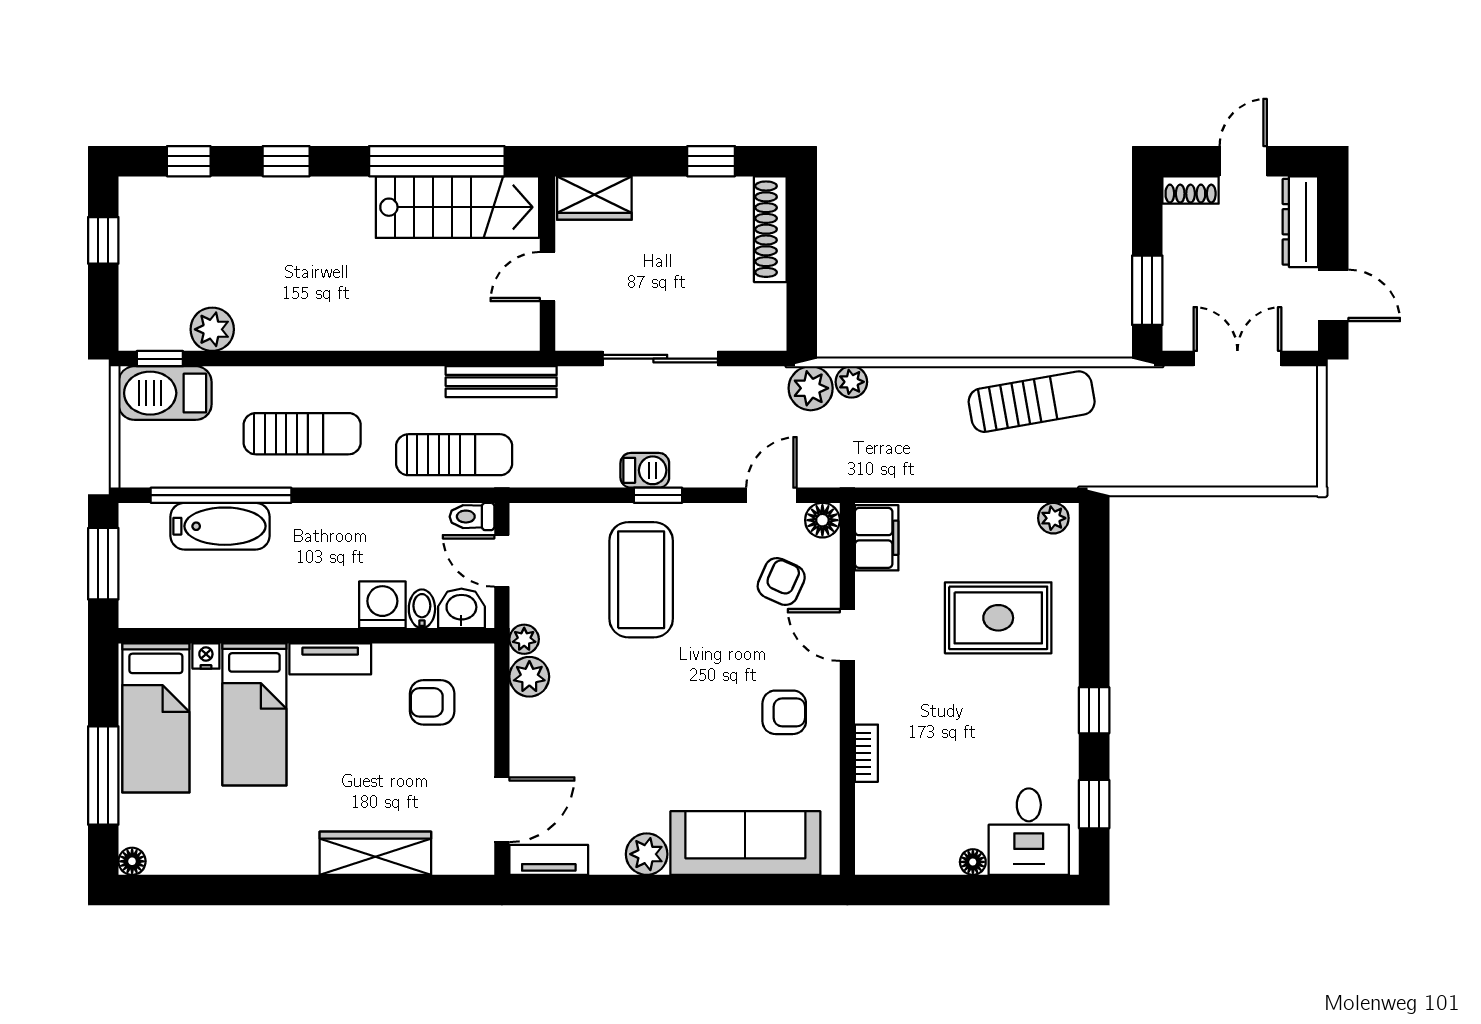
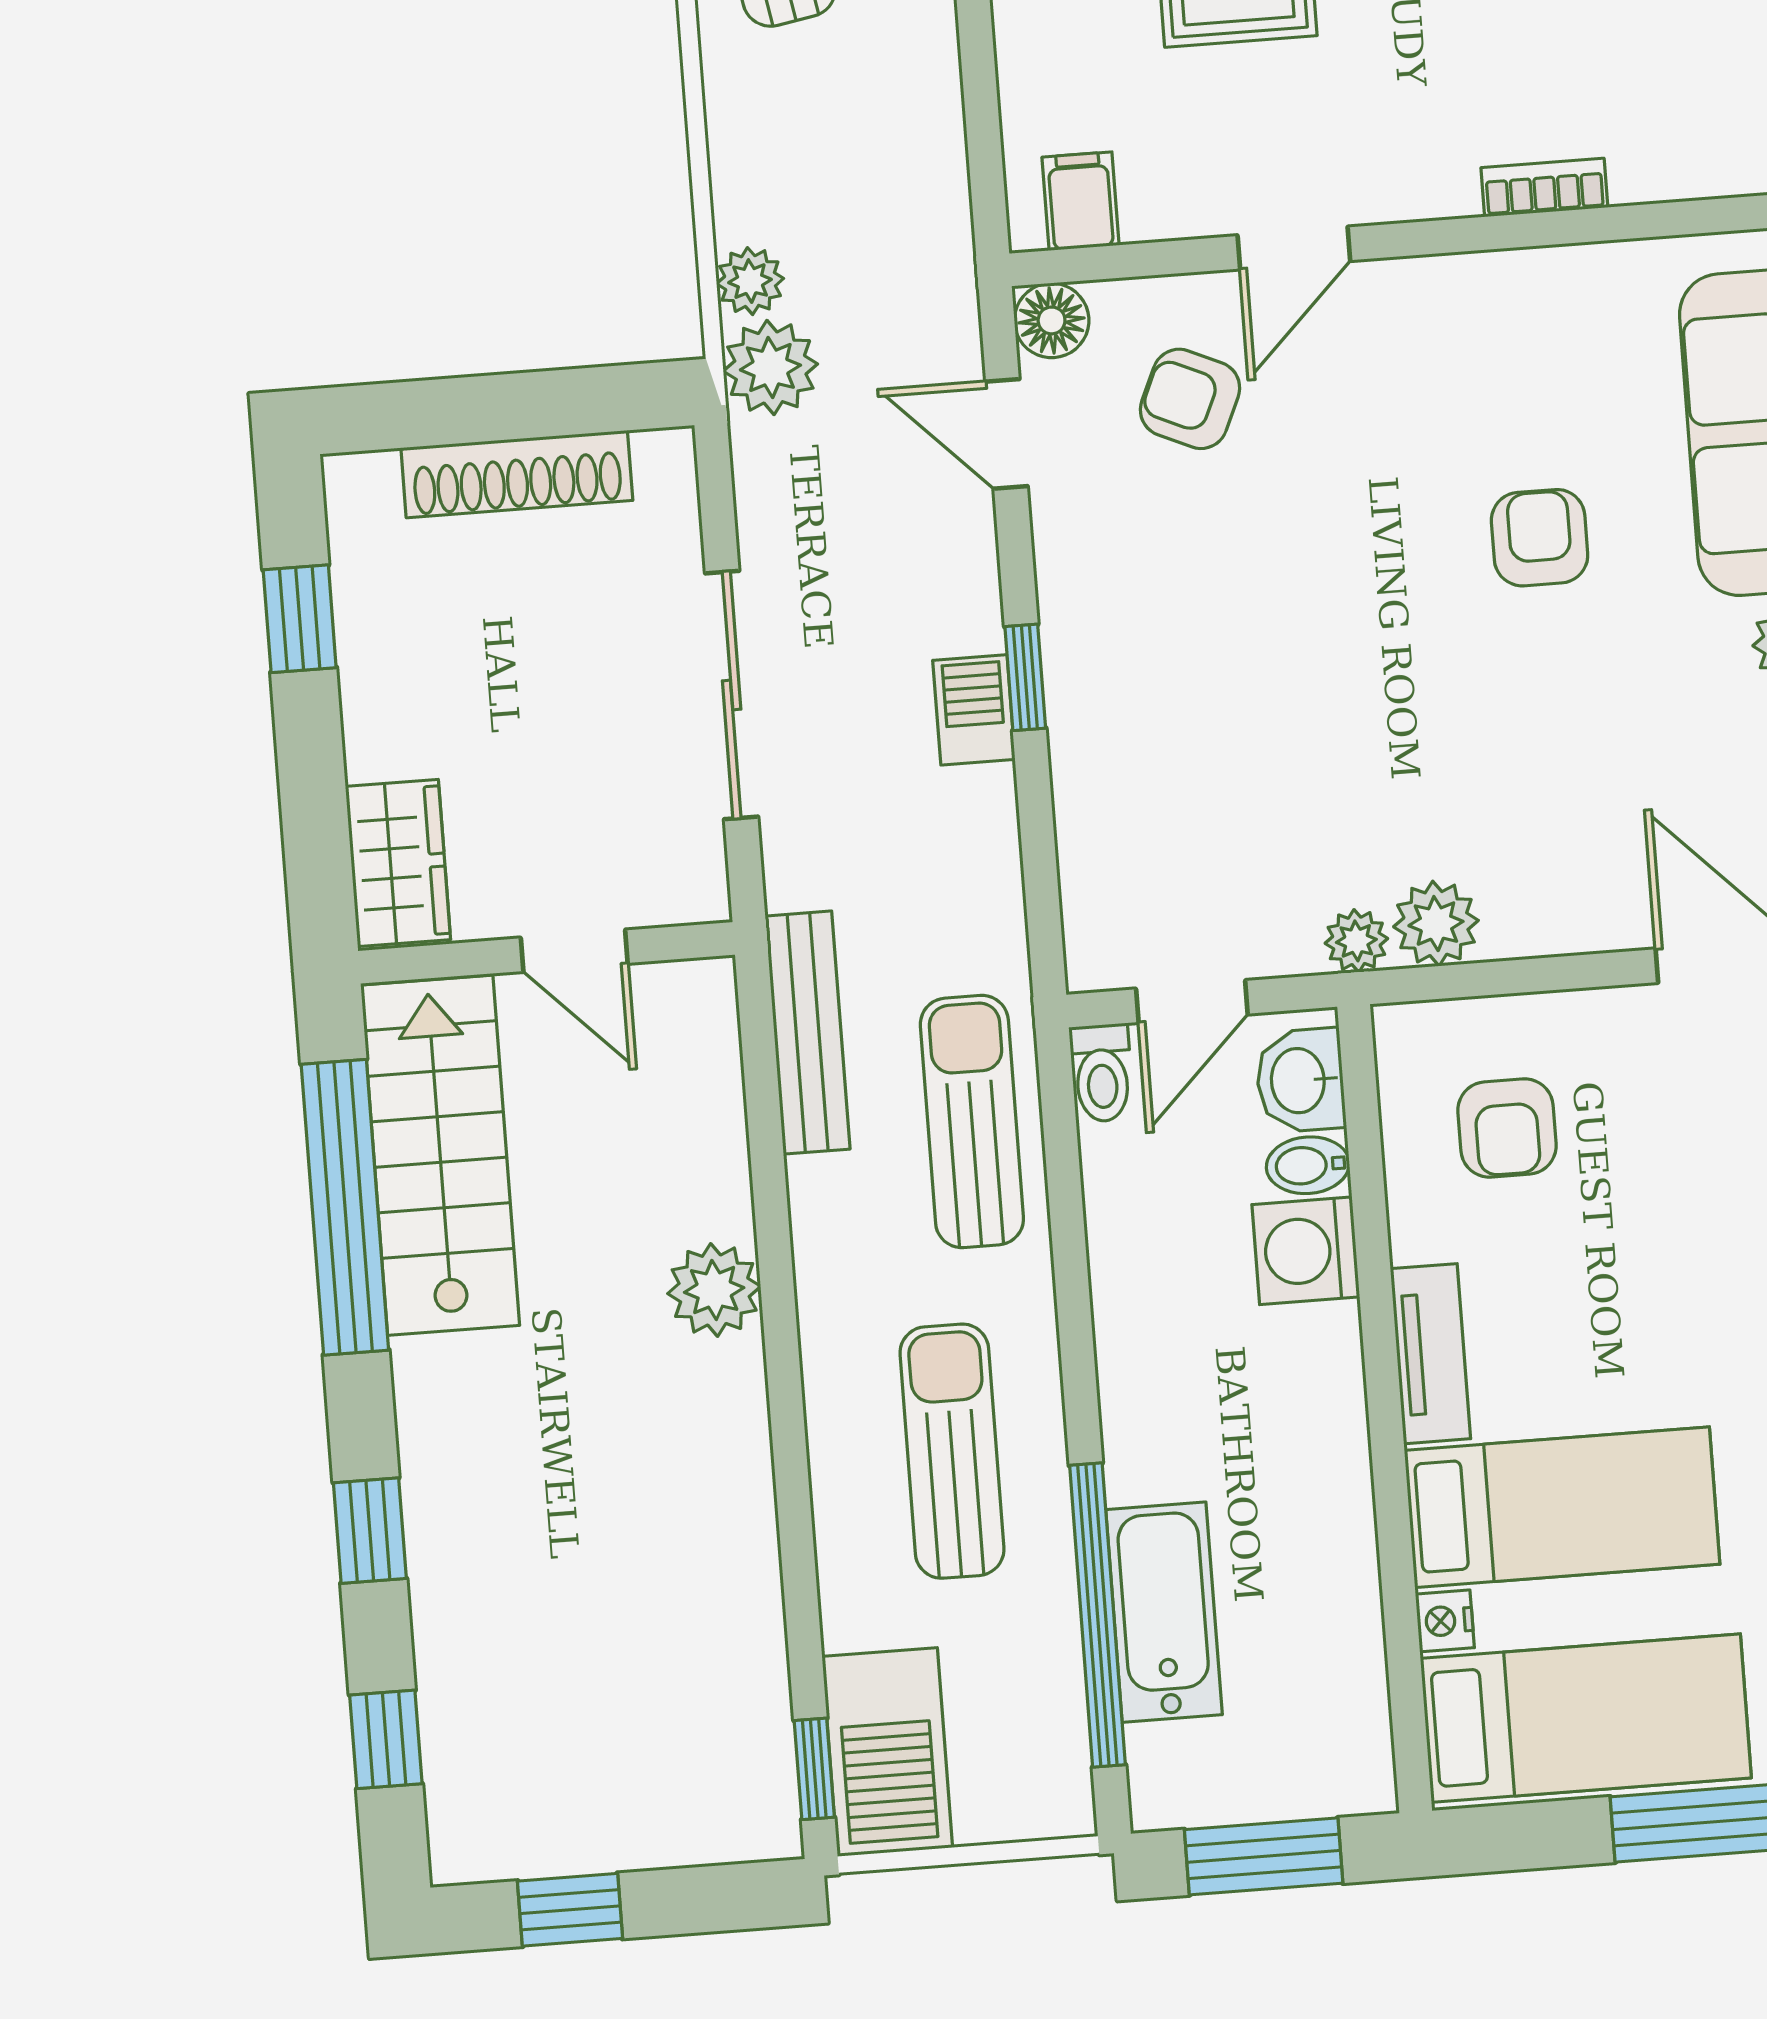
shoe rack: (770, 229) -> (517, 474), moved
plant: (212, 329) -> (714, 1290), moved
filing cabinet: (877, 538) -> (1081, 201), width x0.50
coffee table: (641, 580) -> (1209, 700), removed
armchair: (784, 712) -> (1540, 538), moved

